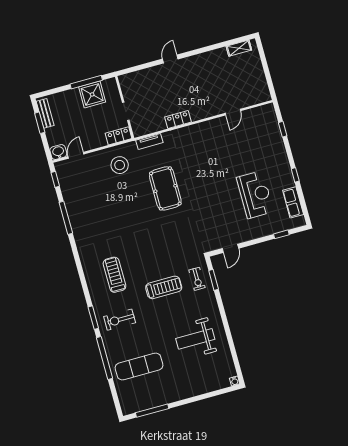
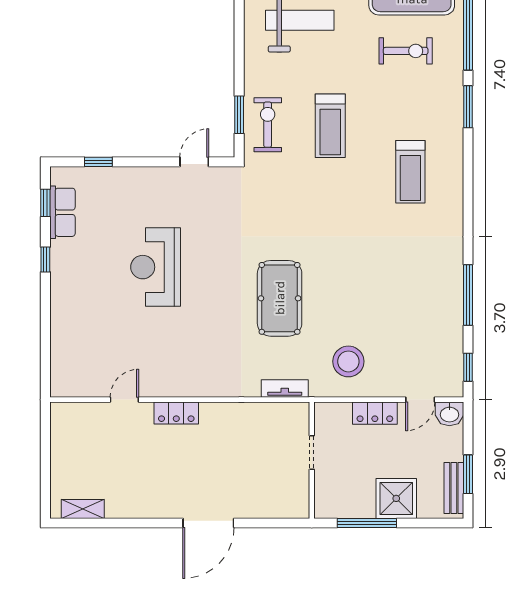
door: (170, 59) -> (208, 523), width x1.87
shower: (92, 94) -> (396, 498), moved
locker: (178, 120) -> (176, 413), moved
window: (283, 129) -> (45, 203), moved
locker: (119, 136) -> (375, 413), moved
reception desk: (255, 195) -> (156, 267), moved
exercise bike: (197, 279) -> (268, 125), width x1.38, depth x1.39
treadmill: (164, 287) -> (330, 126), turned -90
exercise bike: (120, 320) -> (406, 51), moved

